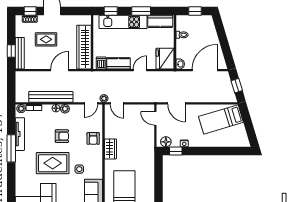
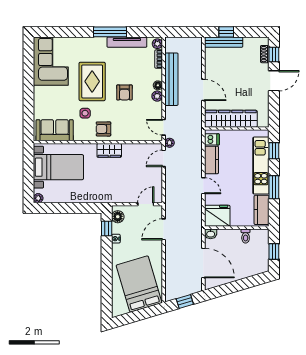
rug: (46, 39) -> (240, 73), removed
bed: (221, 119) -> (139, 284), width x1.50
armchair: (93, 138) -> (103, 129), moved

